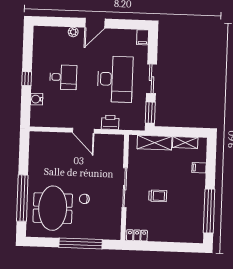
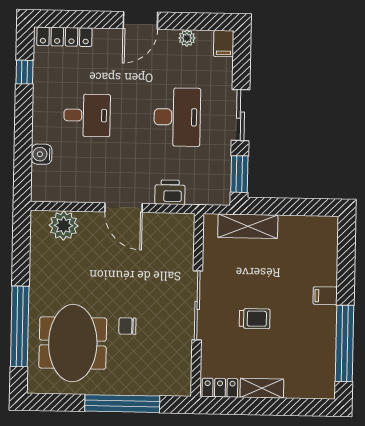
locker: (51, 32) -> (64, 37), added
plant: (73, 32) -> (187, 38), moved
window: (27, 79) -> (25, 72), moved
desk: (115, 79) -> (177, 117), width x0.73, depth x0.77
plant: (49, 140) -> (64, 226), added
shelving: (185, 142) -> (262, 388), moved
filing cabinet: (199, 168) -> (325, 296), moved

